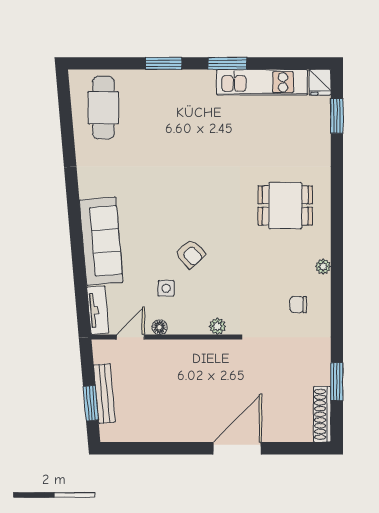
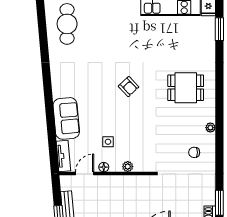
sofa: (101, 241) -> (66, 118), width x0.73
armchair: (190, 254) -> (129, 87), moved
plant: (217, 326) -> (128, 167), moved

